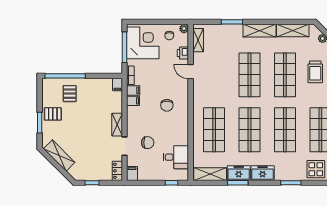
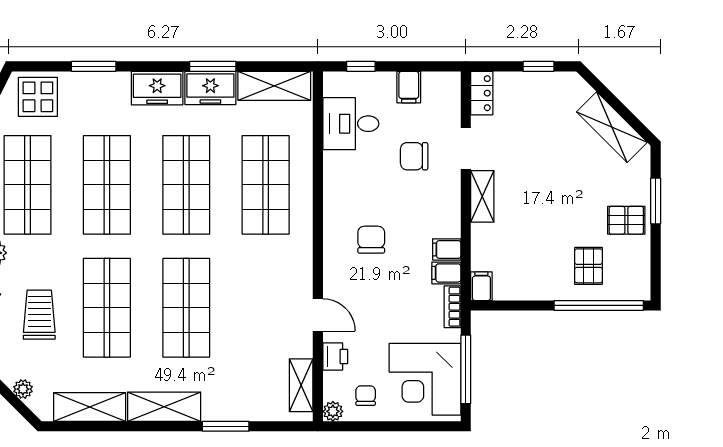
filing cabinet: (132, 173) -> (409, 87), moved

